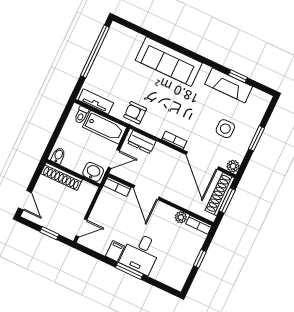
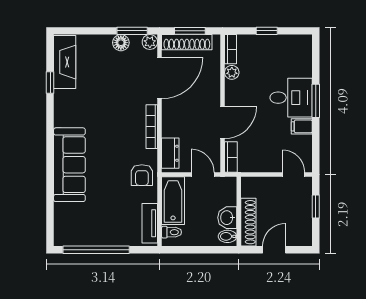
fireplace: (229, 85) -> (65, 62), moved
side table: (225, 129) -> (113, 69), removed
window: (256, 138) -> (132, 31), moved
bookcase: (174, 140) -> (152, 127), width x1.56
floor lamp: (243, 144) -> (121, 43), added
washbasin: (93, 172) -> (227, 218), moved
door: (25, 200) -> (274, 250), moved

